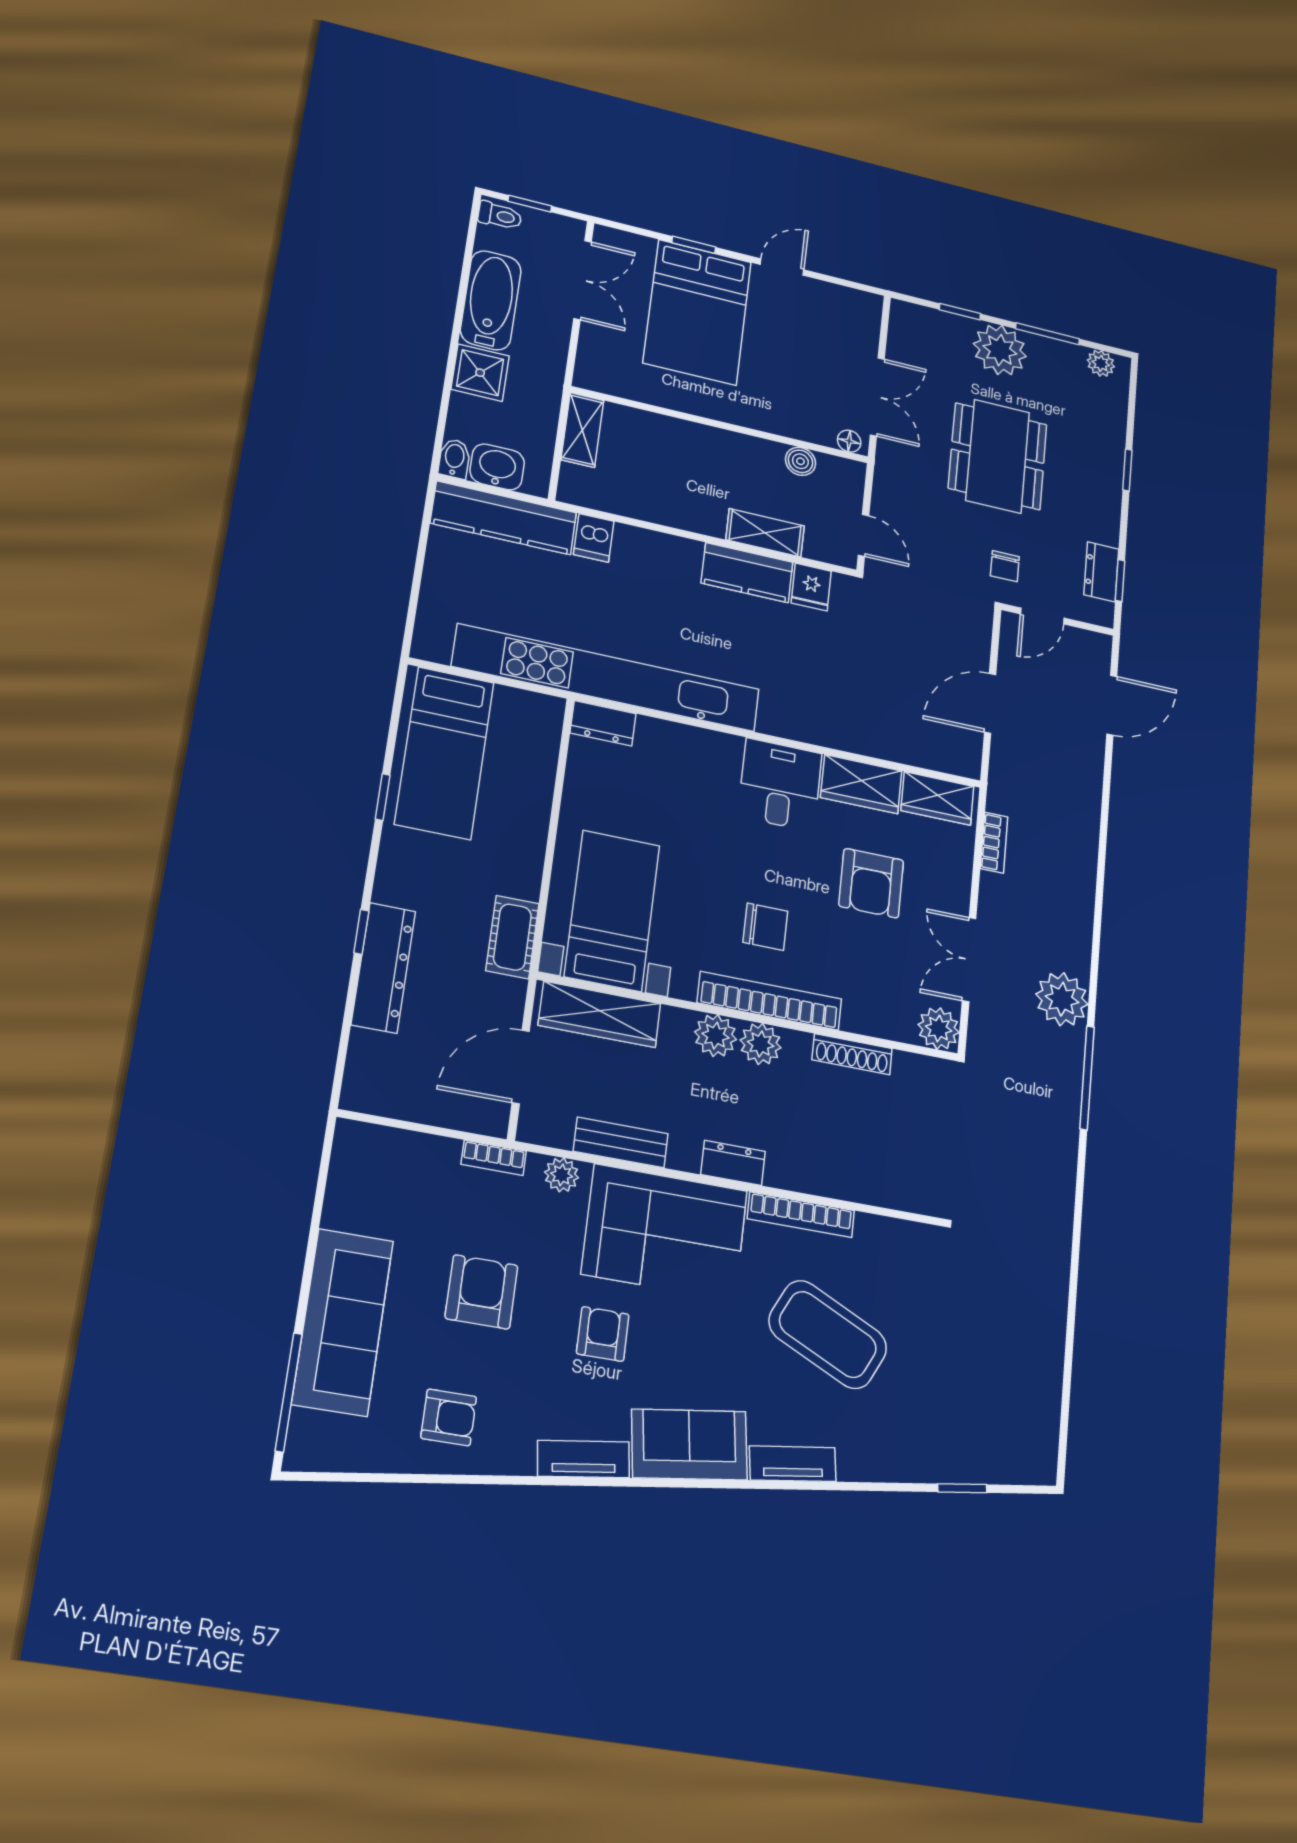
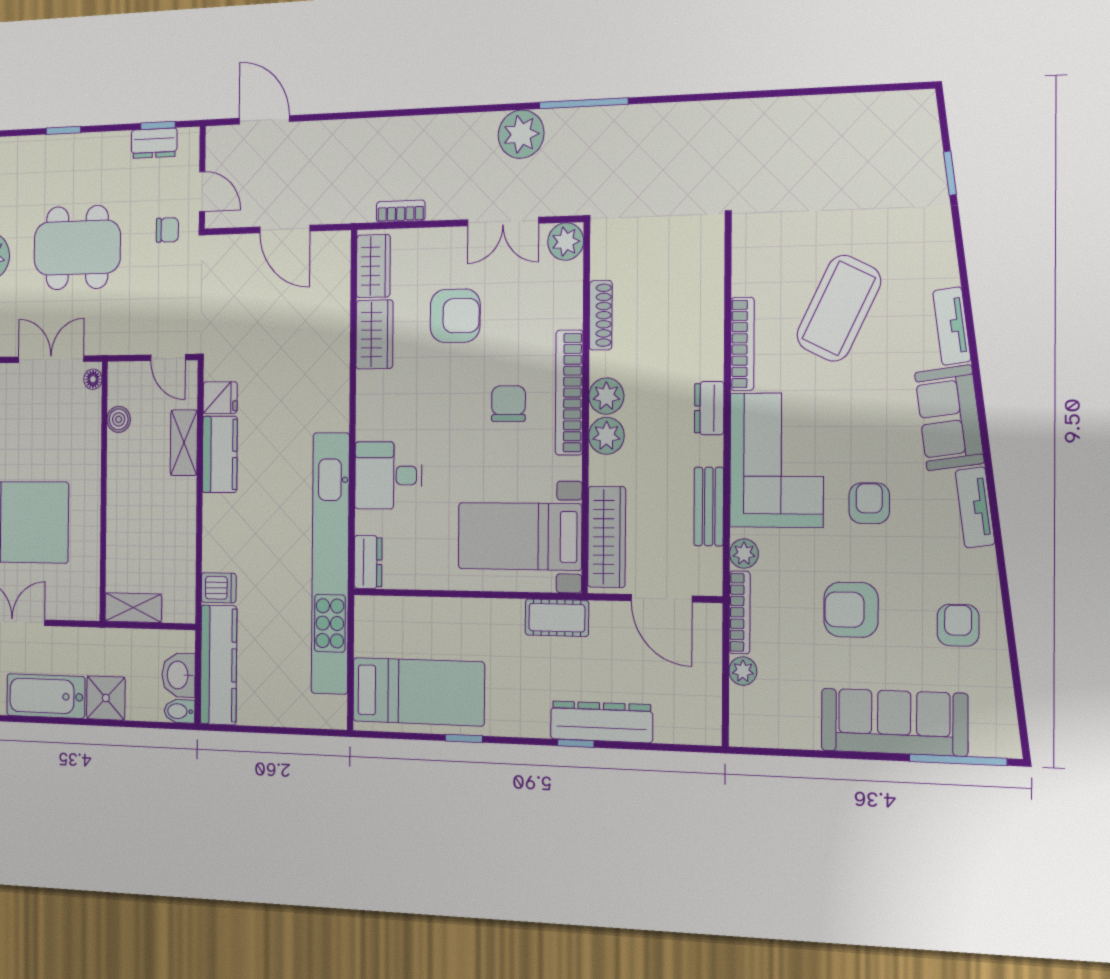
door: (863, 535) -> (168, 357), swing flipped
desk: (780, 785) -> (388, 475), moved
plant: (424, 1150) -> (743, 671), added
bookcase: (494, 1158) -> (740, 612), width x1.56
armchair: (603, 1334) -> (869, 503), turned 90

